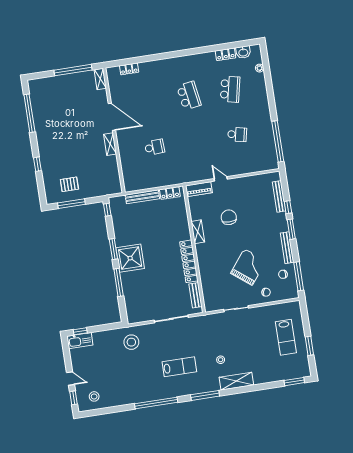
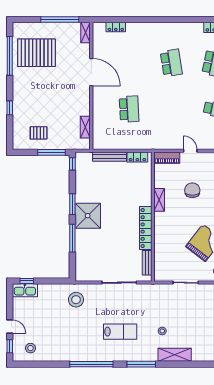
pallet: (55, 106) -> (36, 53), added
shelving: (110, 144) -> (85, 127), moved
school desk: (155, 147) -> (129, 109), width x1.85
window: (71, 204) -> (52, 152), moved

